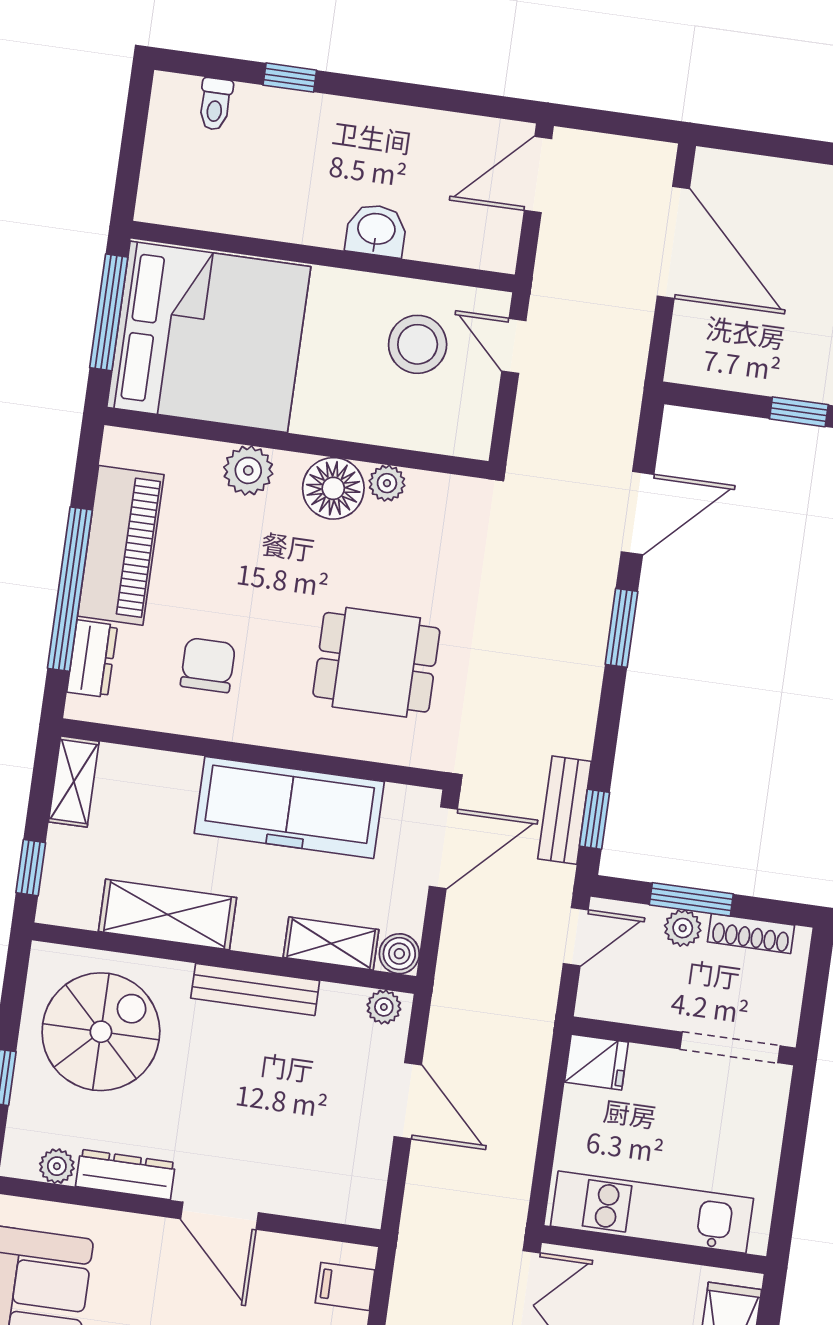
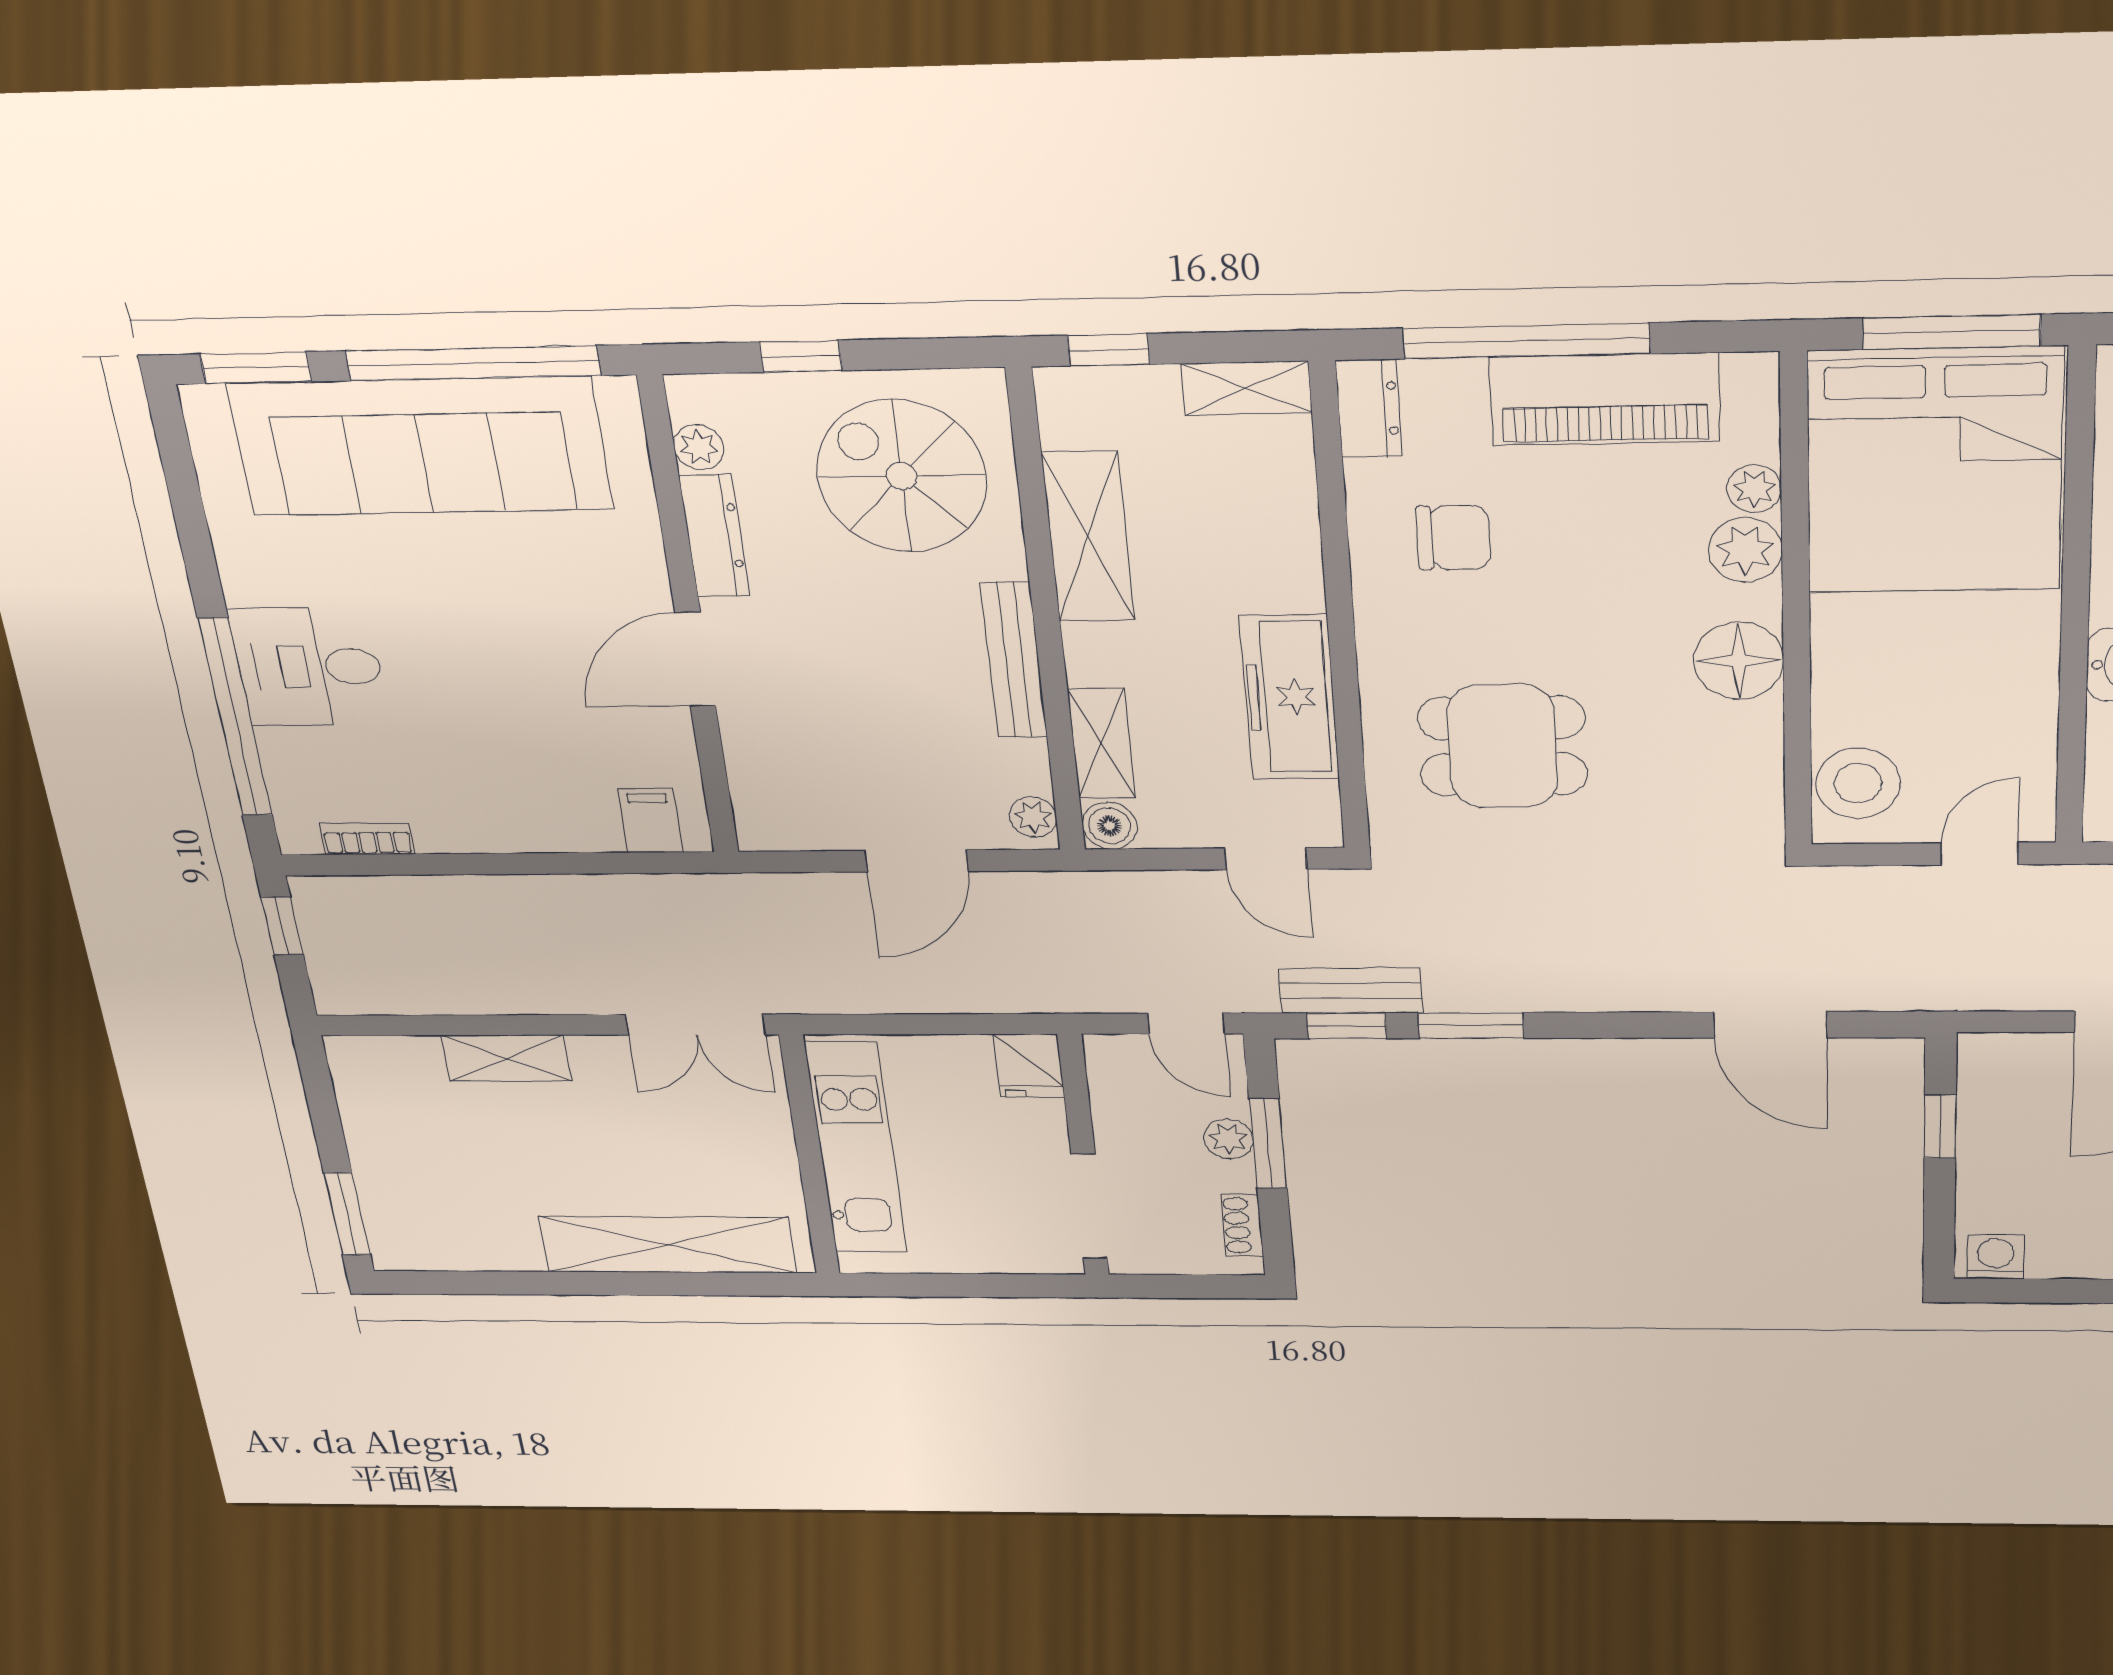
stool: (418, 344) -> (1858, 783), moved
window: (799, 412) -> (1940, 1126), moved
plant: (387, 483) -> (1754, 489), moved
window: (621, 628) -> (1471, 1026), moved
dresser: (92, 659) -> (1369, 409), moved, turned -90
dining table: (376, 662) -> (1502, 746), turned 90
freezer: (289, 807) -> (1290, 697), width x0.73, depth x0.79
door: (443, 848) -> (1266, 859), width x0.73
shoe rack: (751, 934) -> (1242, 1225), width x0.70
spiral stairs: (101, 1032) -> (901, 476), turned 180

